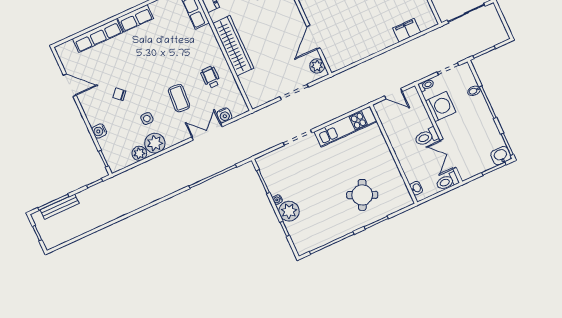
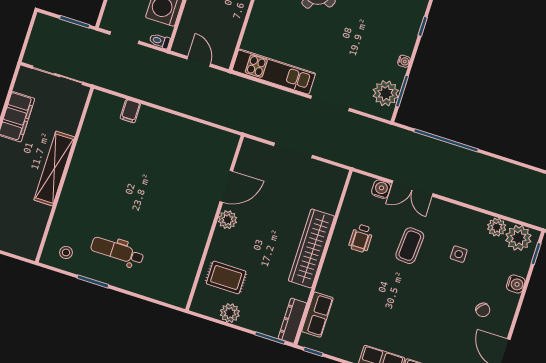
filing cabinet: (407, 30) -> (130, 111), width x0.50
plant: (317, 66) -> (227, 220), moved
chair: (119, 94) -> (483, 310), moved
plant: (155, 143) -> (518, 238), moved
plant: (289, 211) -> (386, 93), moved

